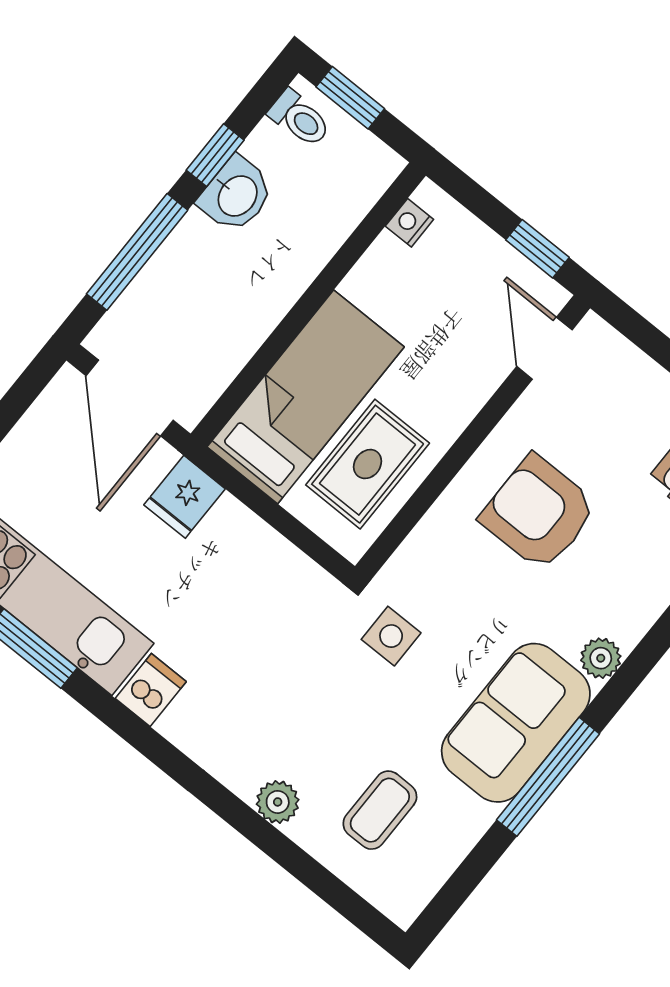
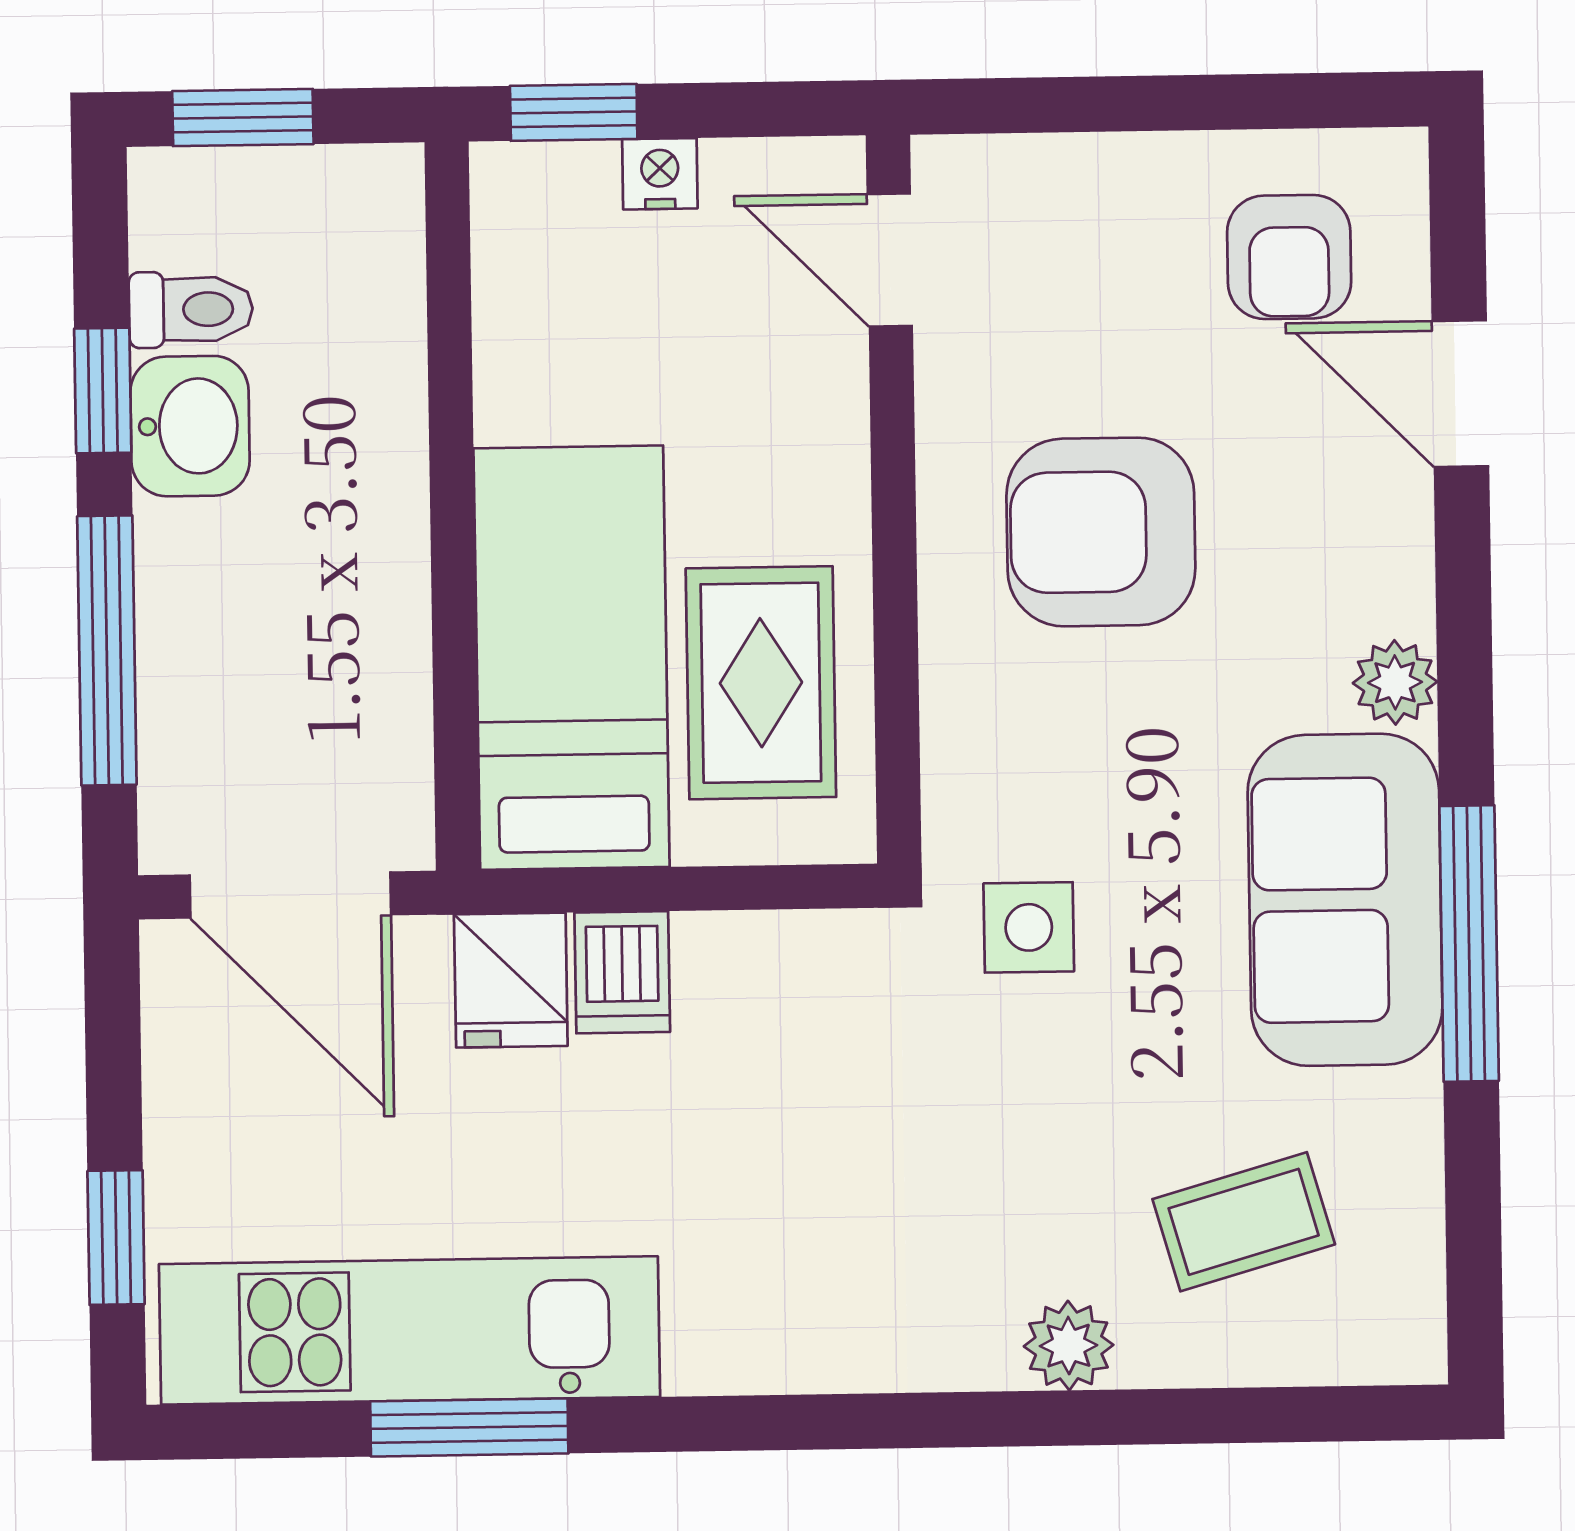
toilet: (300, 118) -> (191, 309), moved
nightstand: (409, 223) -> (660, 174), moved, turned 90
window: (537, 249) -> (574, 112), moved
dishwasher: (151, 690) -> (622, 972), moved, turned 180
coffee table: (380, 810) -> (1244, 1222), turned 74

